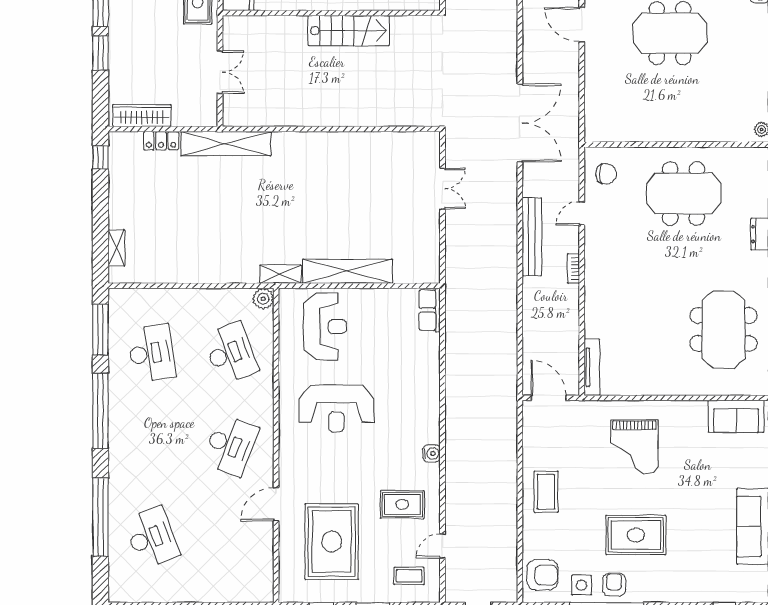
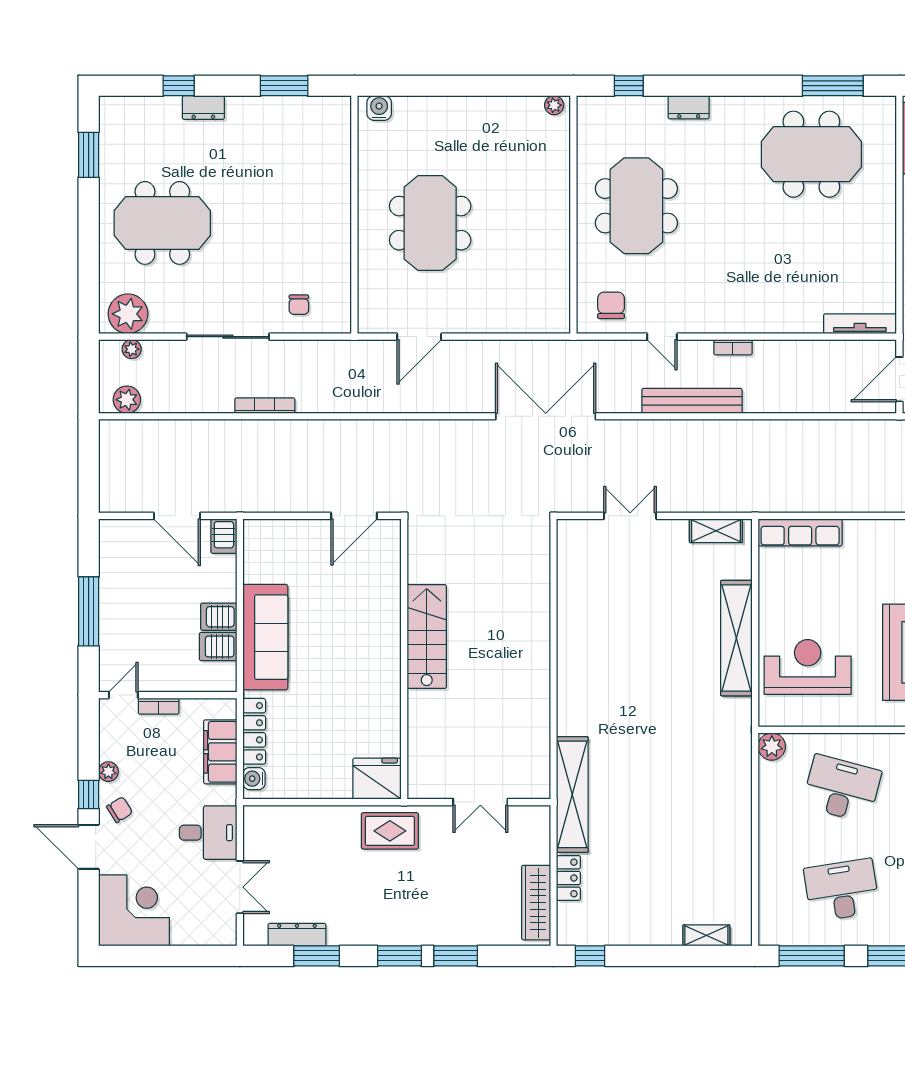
double door: (220, 72) -> (480, 802), swing flipped
shelving: (280, 274) -> (716, 531), moved, turned 90
row of seats: (430, 310) -> (800, 532), width x1.48
desk: (230, 353) -> (842, 789), turned 36

